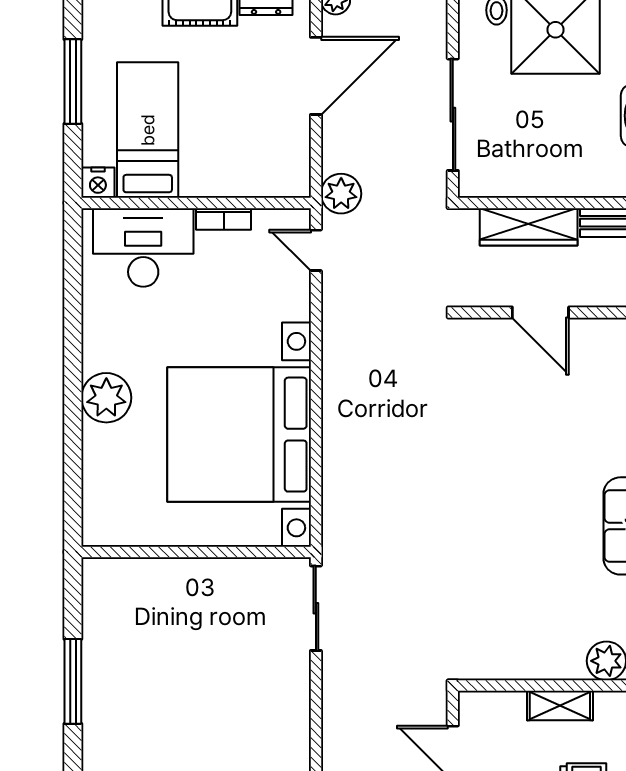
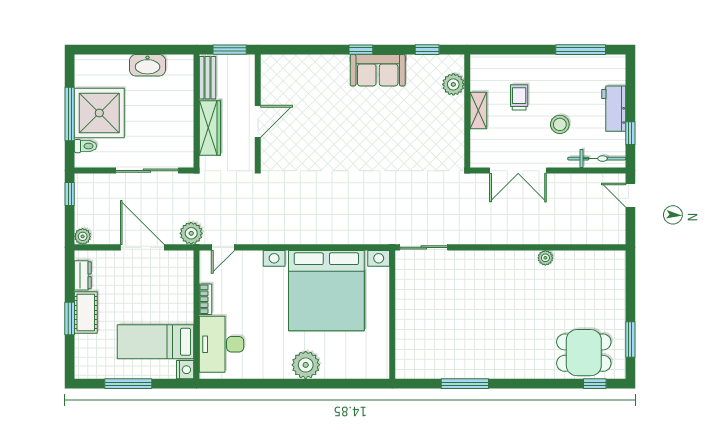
door: (316, 76) -> (142, 247), moved

